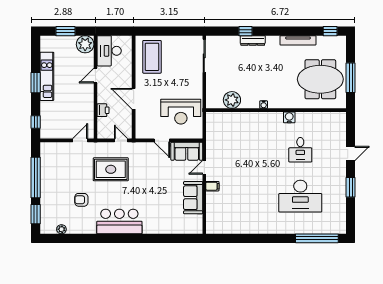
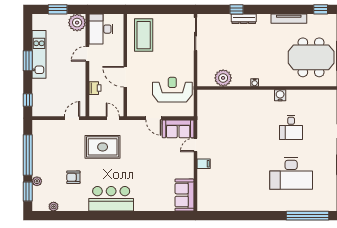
reception desk: (181, 112) -> (172, 90), turned 180
sofa: (193, 198) -> (184, 195), moved
plant: (45, 204) -> (37, 181), added

